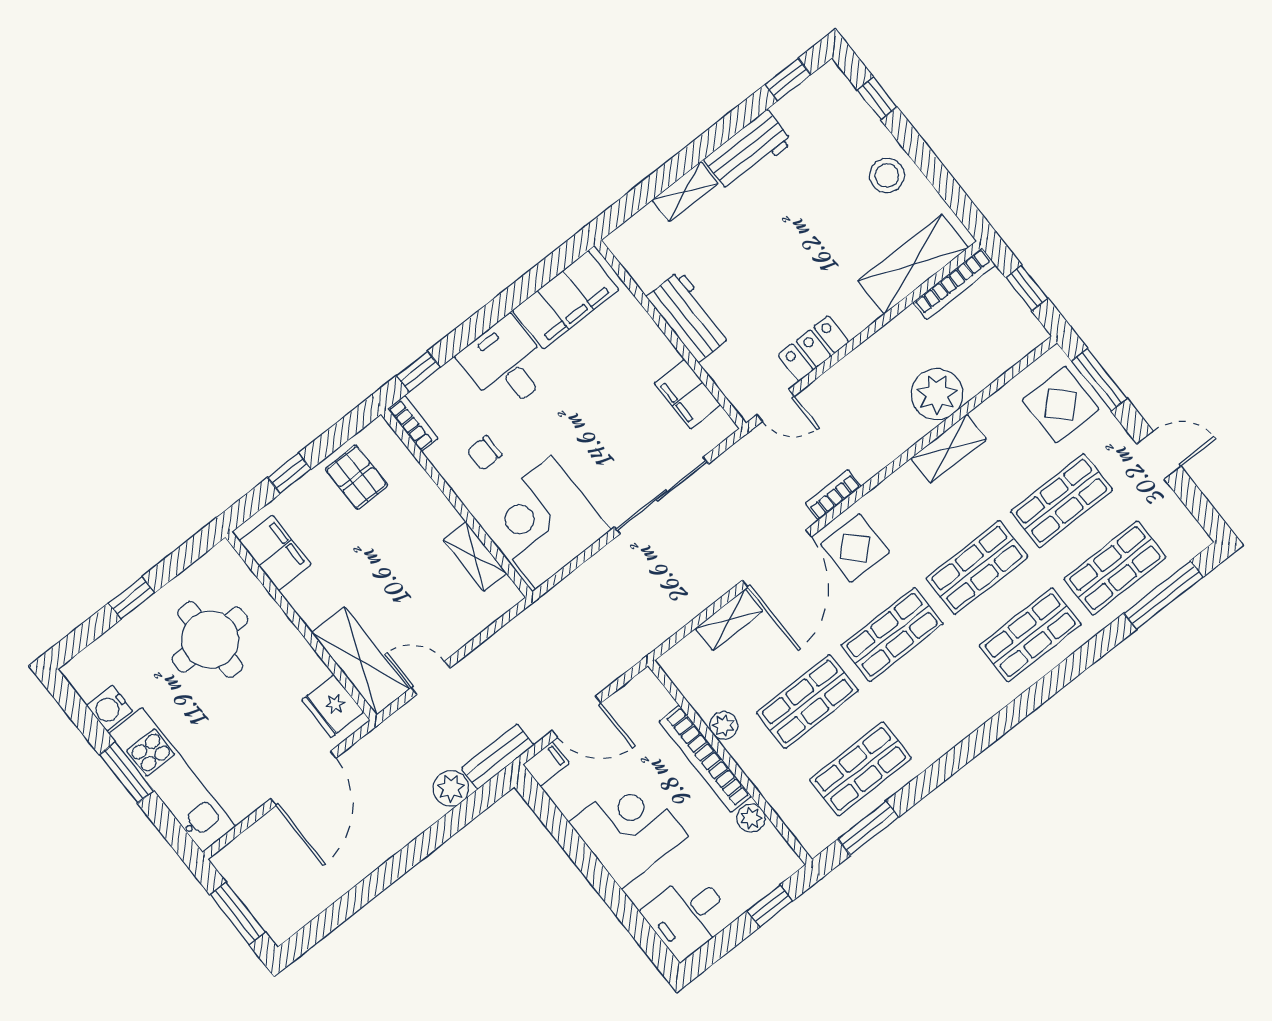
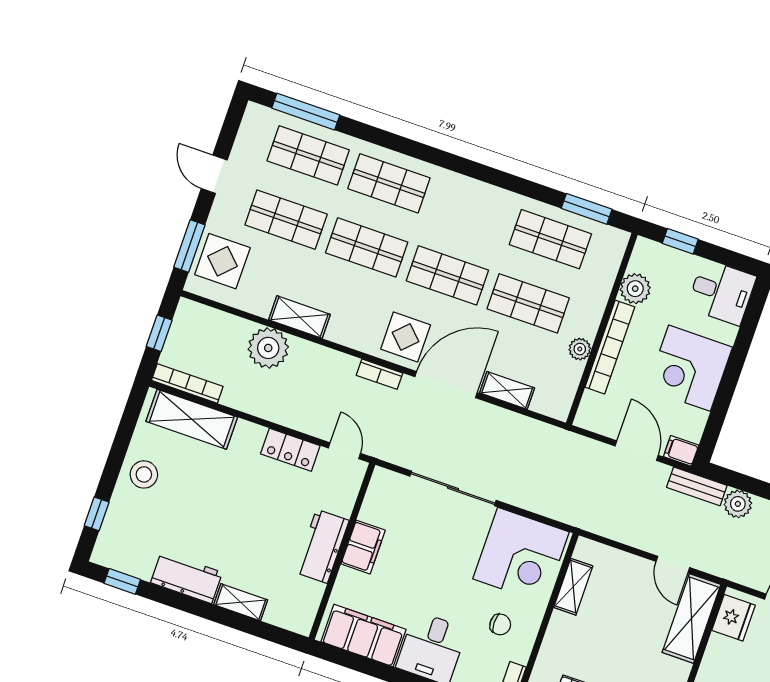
filing cabinet: (687, 394) -> (363, 547), moved
plant: (751, 818) -> (635, 289), width x1.38, depth x1.38

